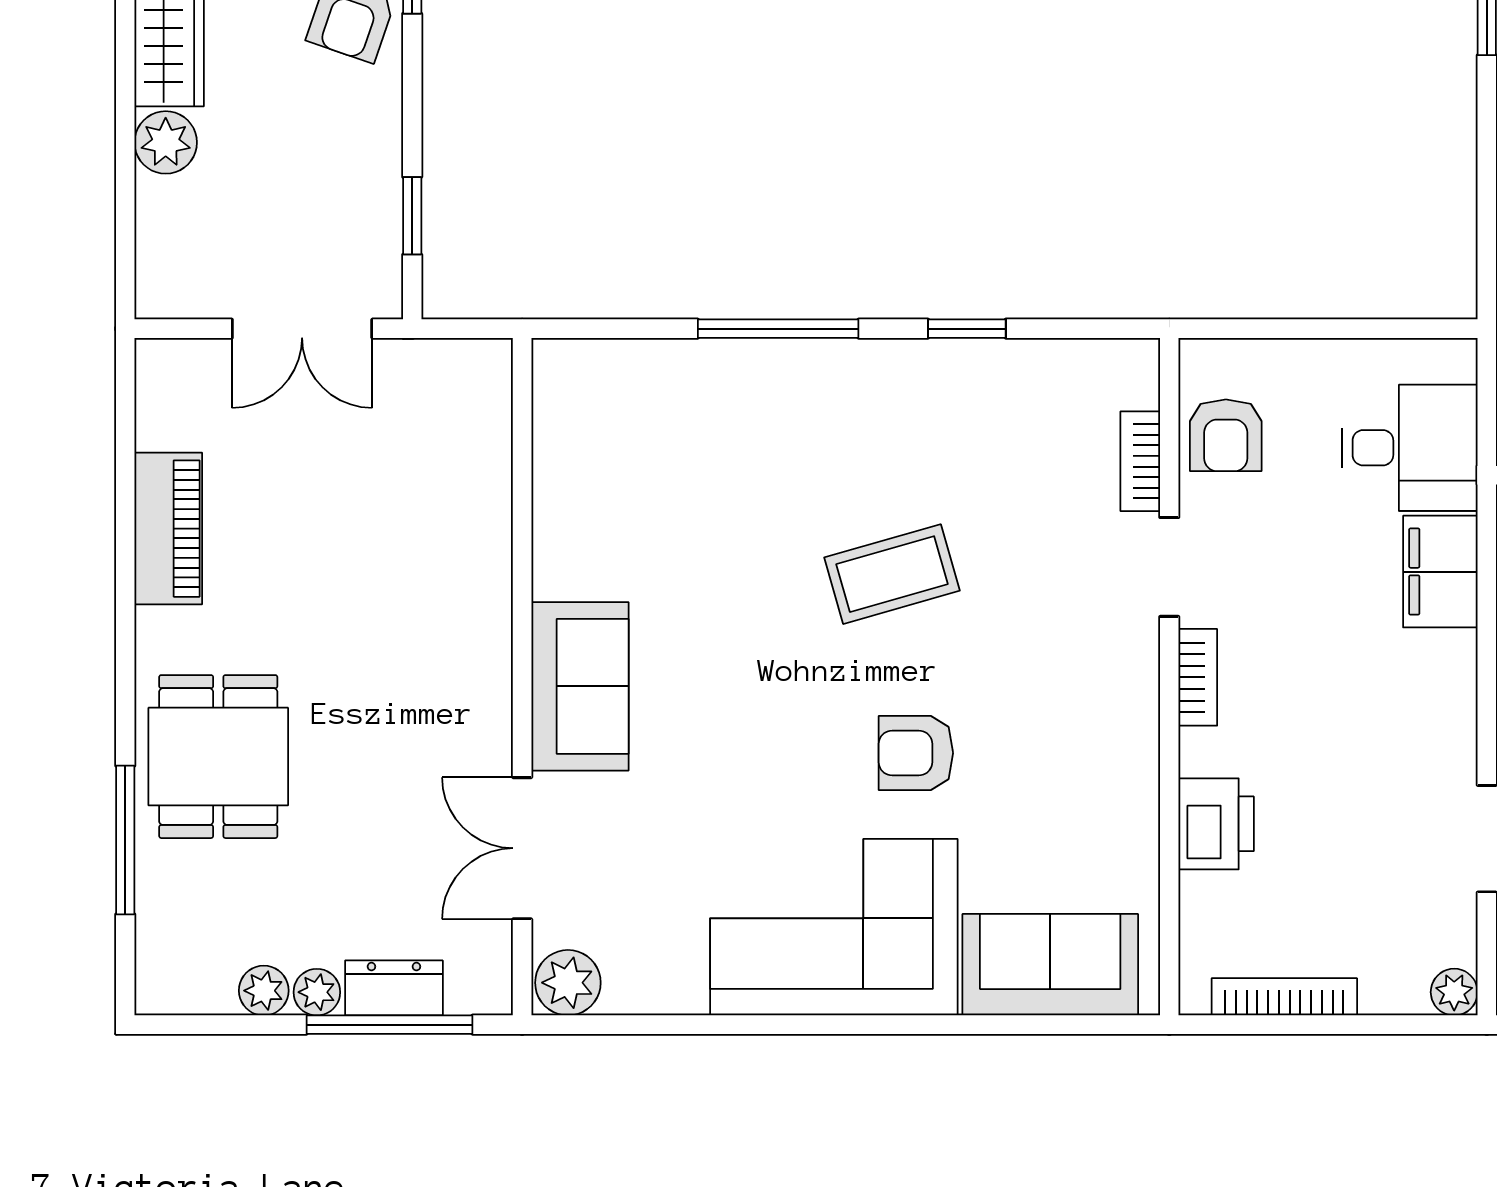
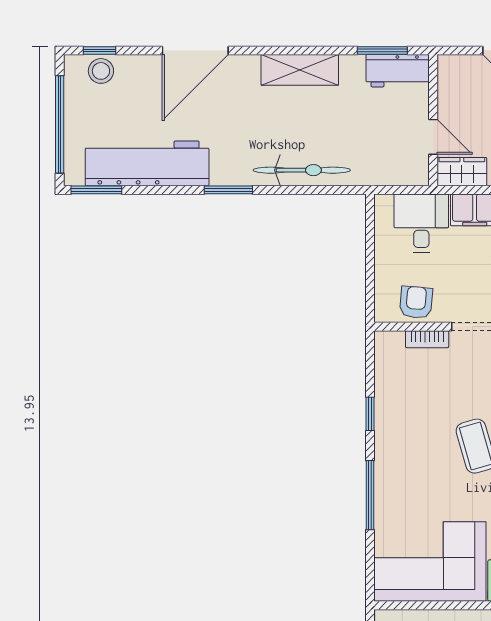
armchair: (1226, 435) -> (416, 302), turned -85
corner sofa: (624, 468) -> (430, 562), added

